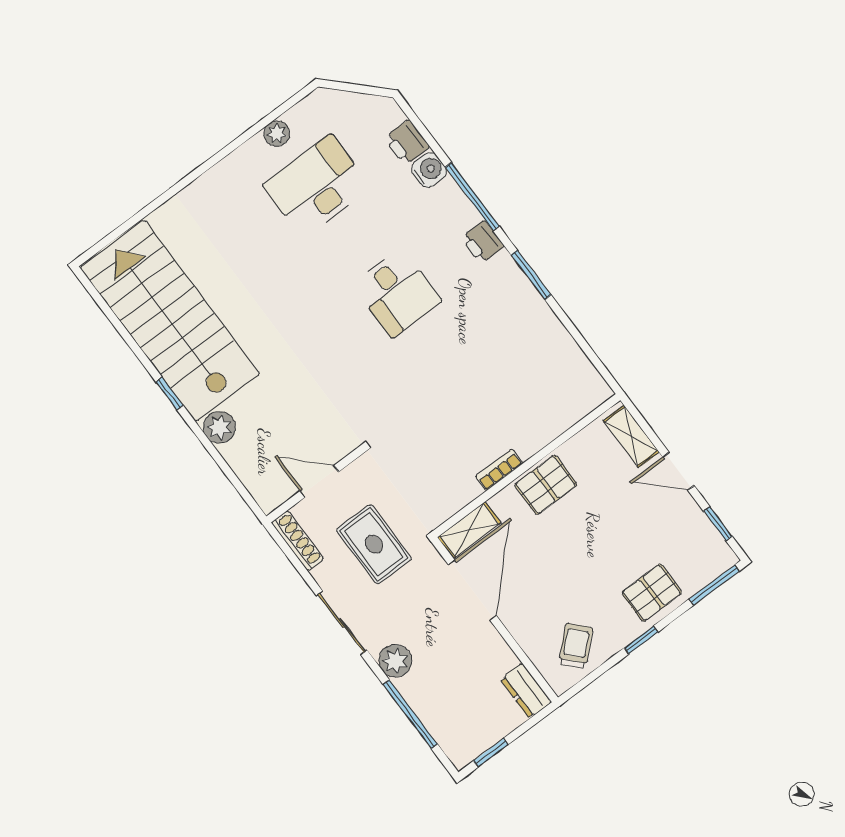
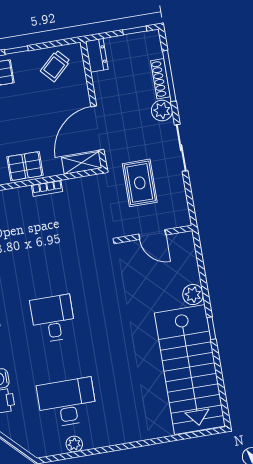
desk: (317, 186) -> (67, 403), turned 180
shoe rack: (298, 541) -> (161, 79), moved

